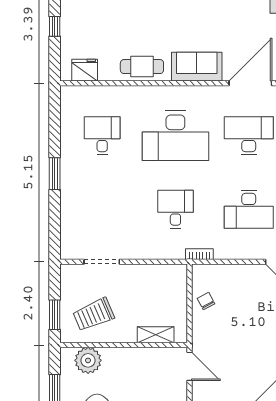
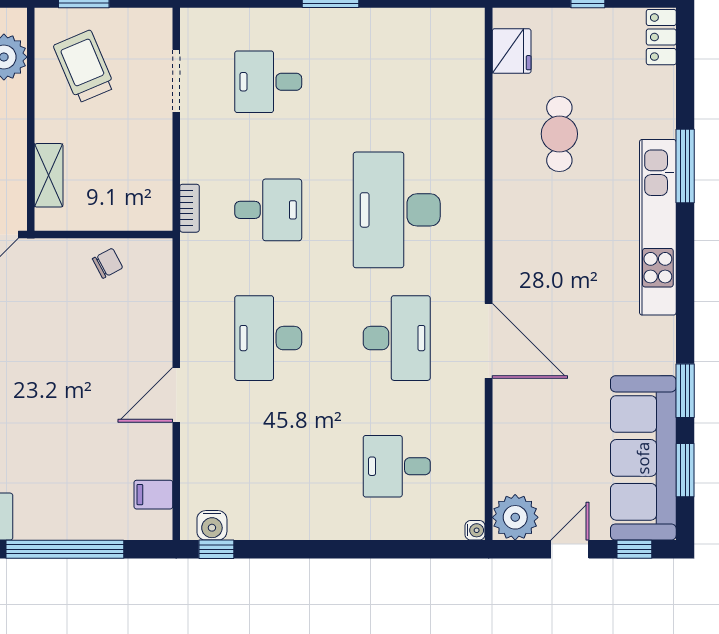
cafe table: (142, 67) -> (559, 134), moved
sofa: (197, 67) -> (518, 247), removed
desk: (102, 136) -> (268, 82), moved, turned 180
bookcase: (199, 254) -> (190, 208), moved

